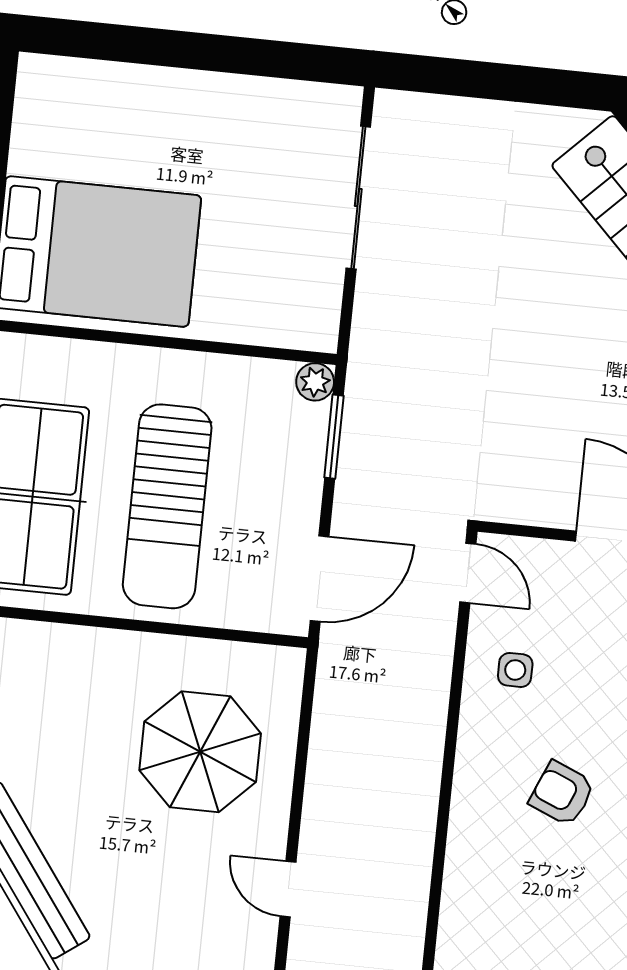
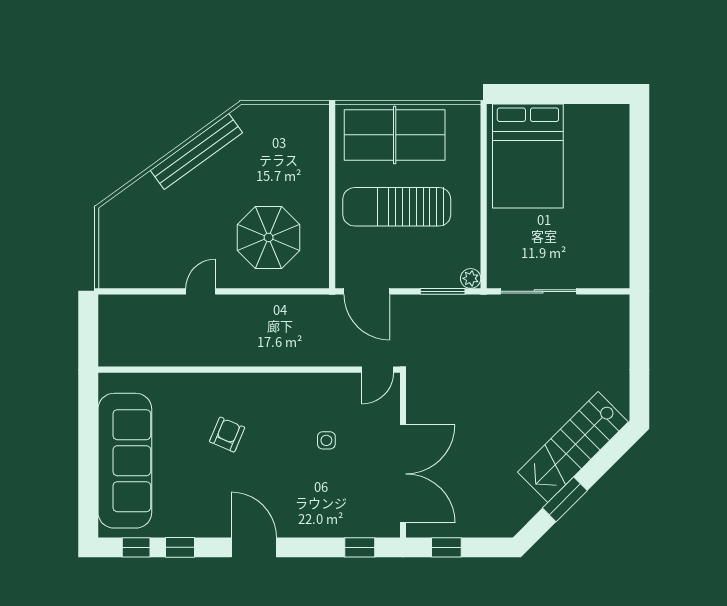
sliding door: (358, 197) -> (539, 291), moved
side table: (515, 670) -> (326, 440), moved
armchair: (562, 793) -> (227, 435), moved

